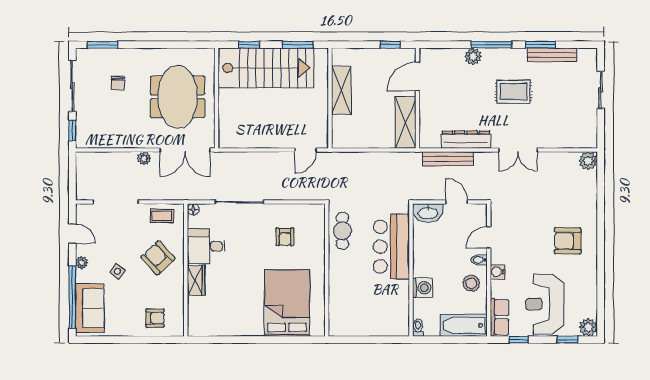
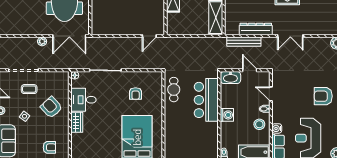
coffee table: (162, 216) -> (29, 89), moved
door: (489, 237) -> (271, 94), hinge flipped
water cooler: (498, 272) -> (277, 128), moved
washing machine: (422, 288) -> (227, 115), moved

